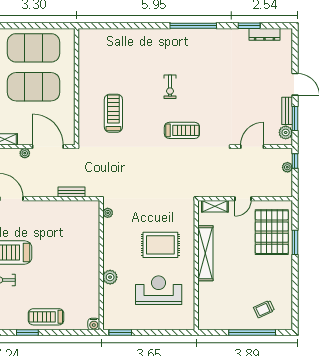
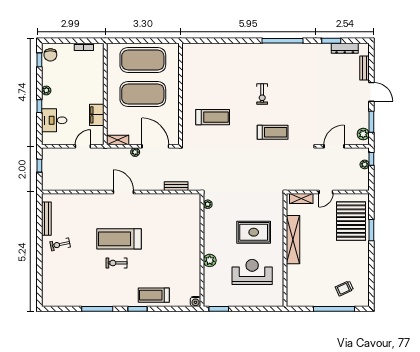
bench: (287, 111) -> (365, 68), moved
treadmill: (113, 113) -> (213, 117), turned 90

